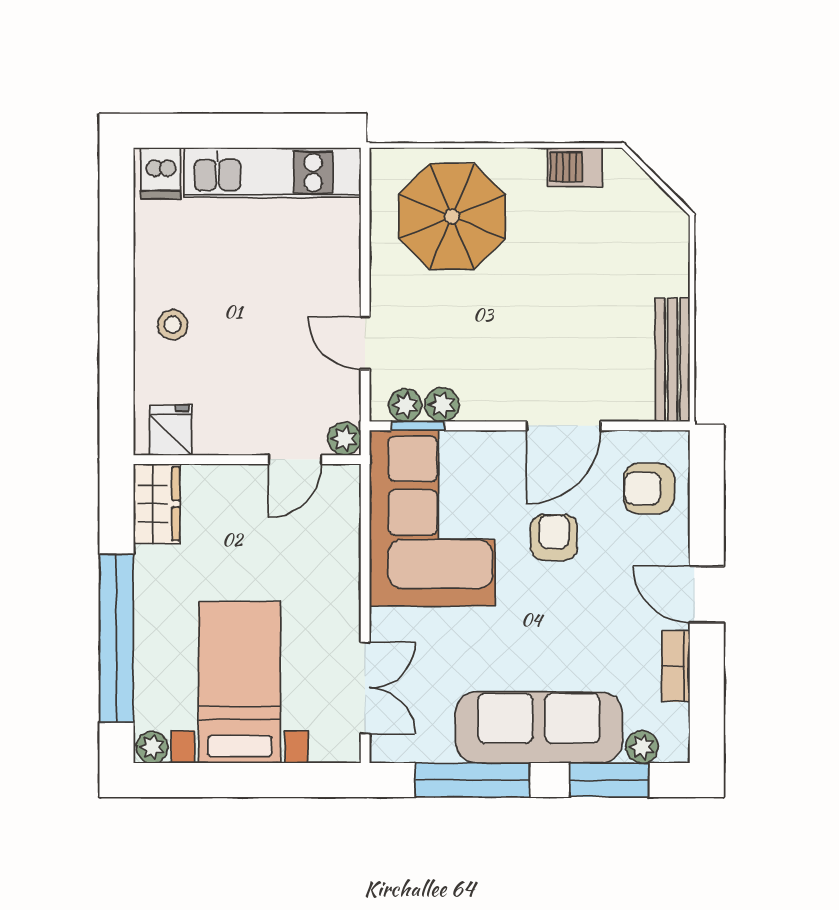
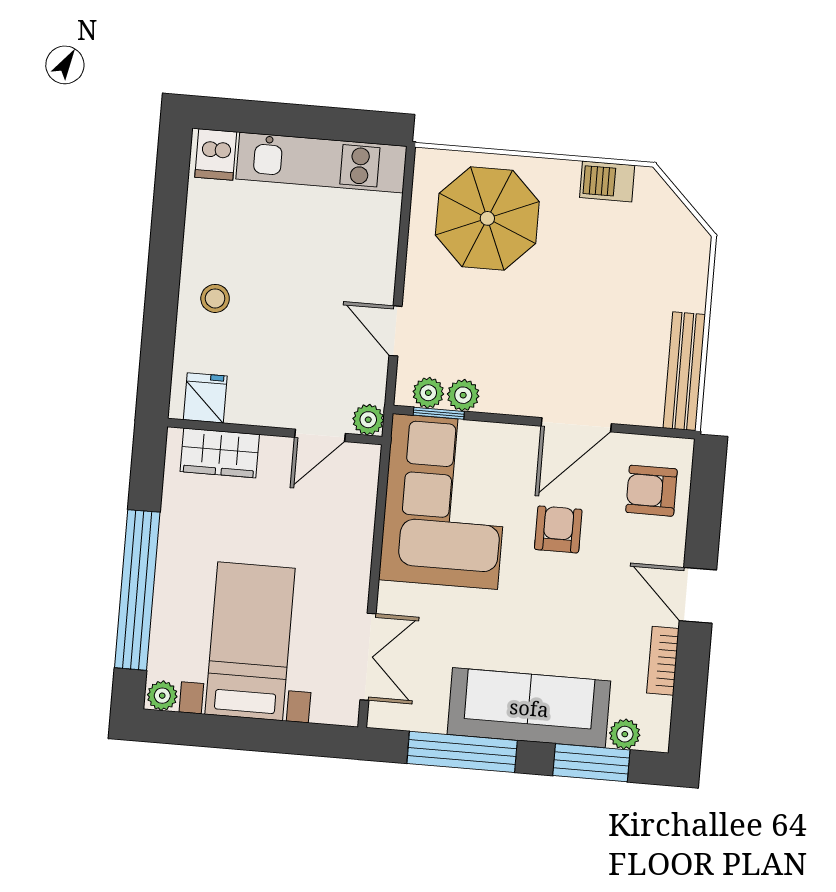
wardrobe: (156, 504) -> (220, 453), moved, turned 90

